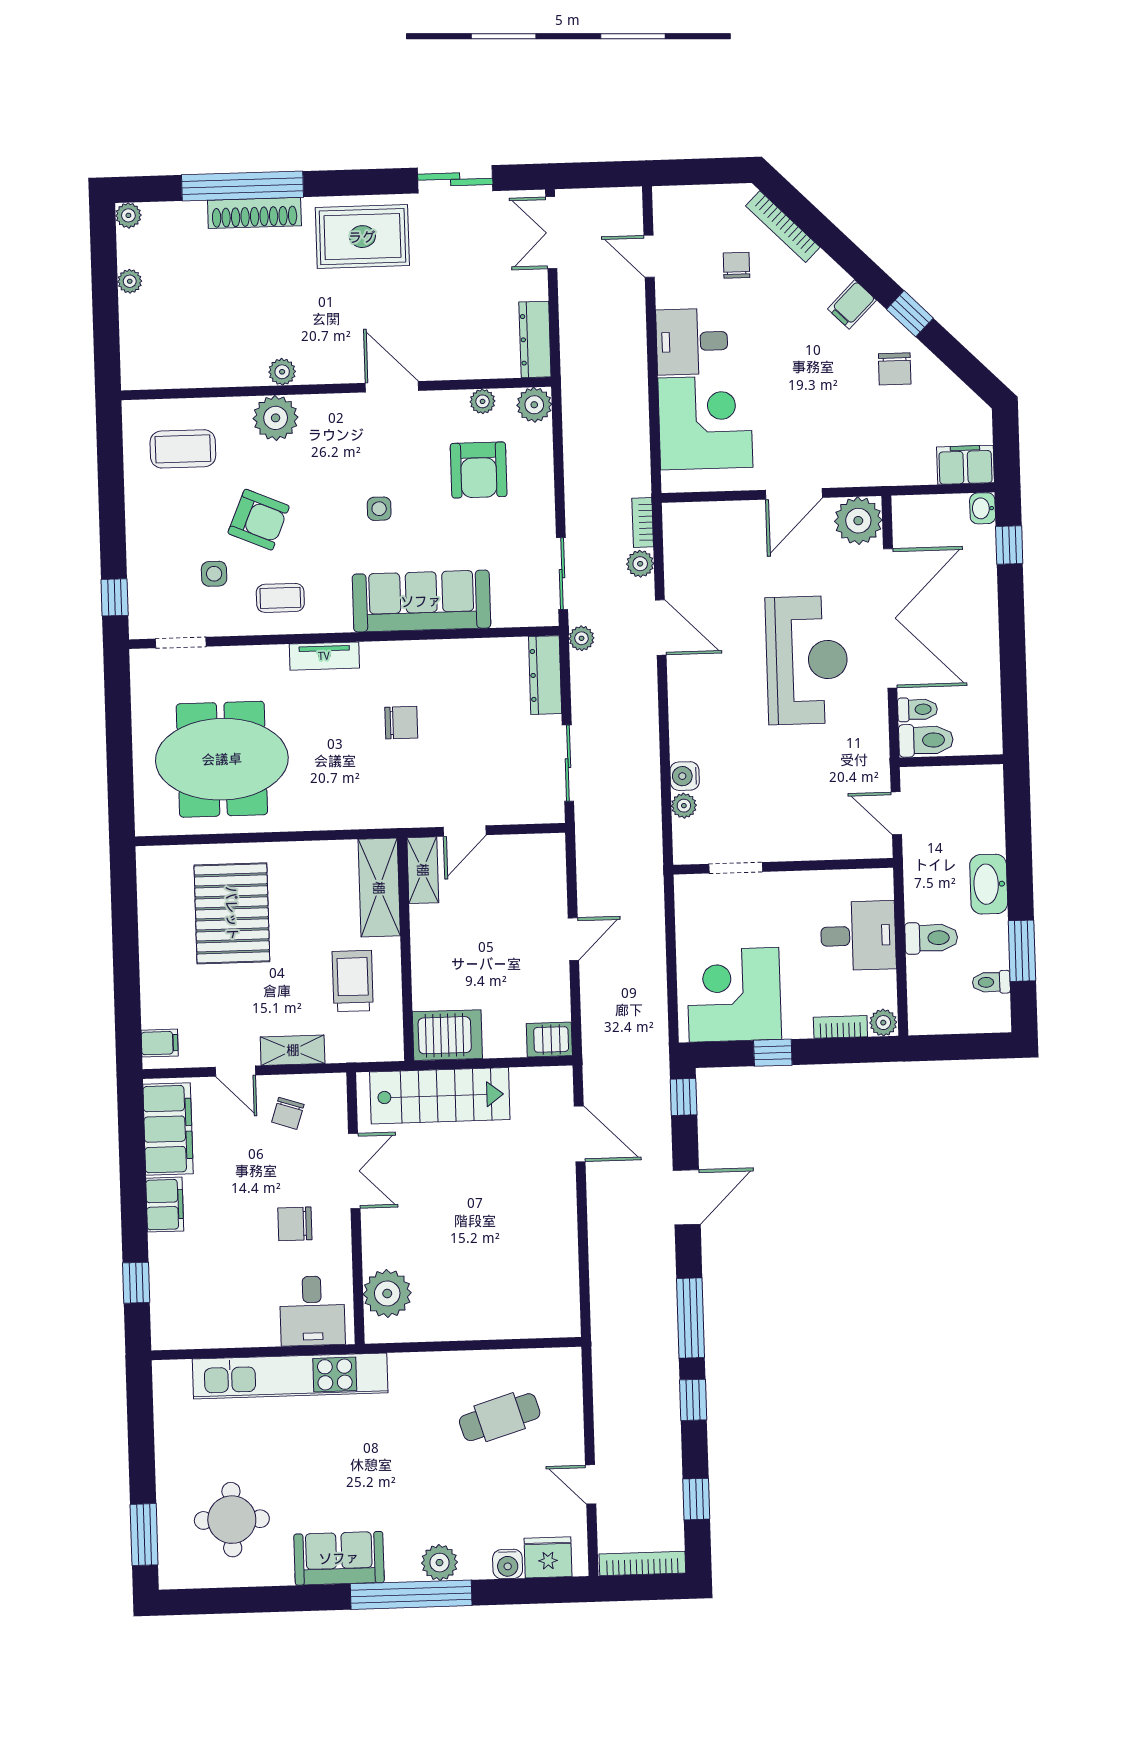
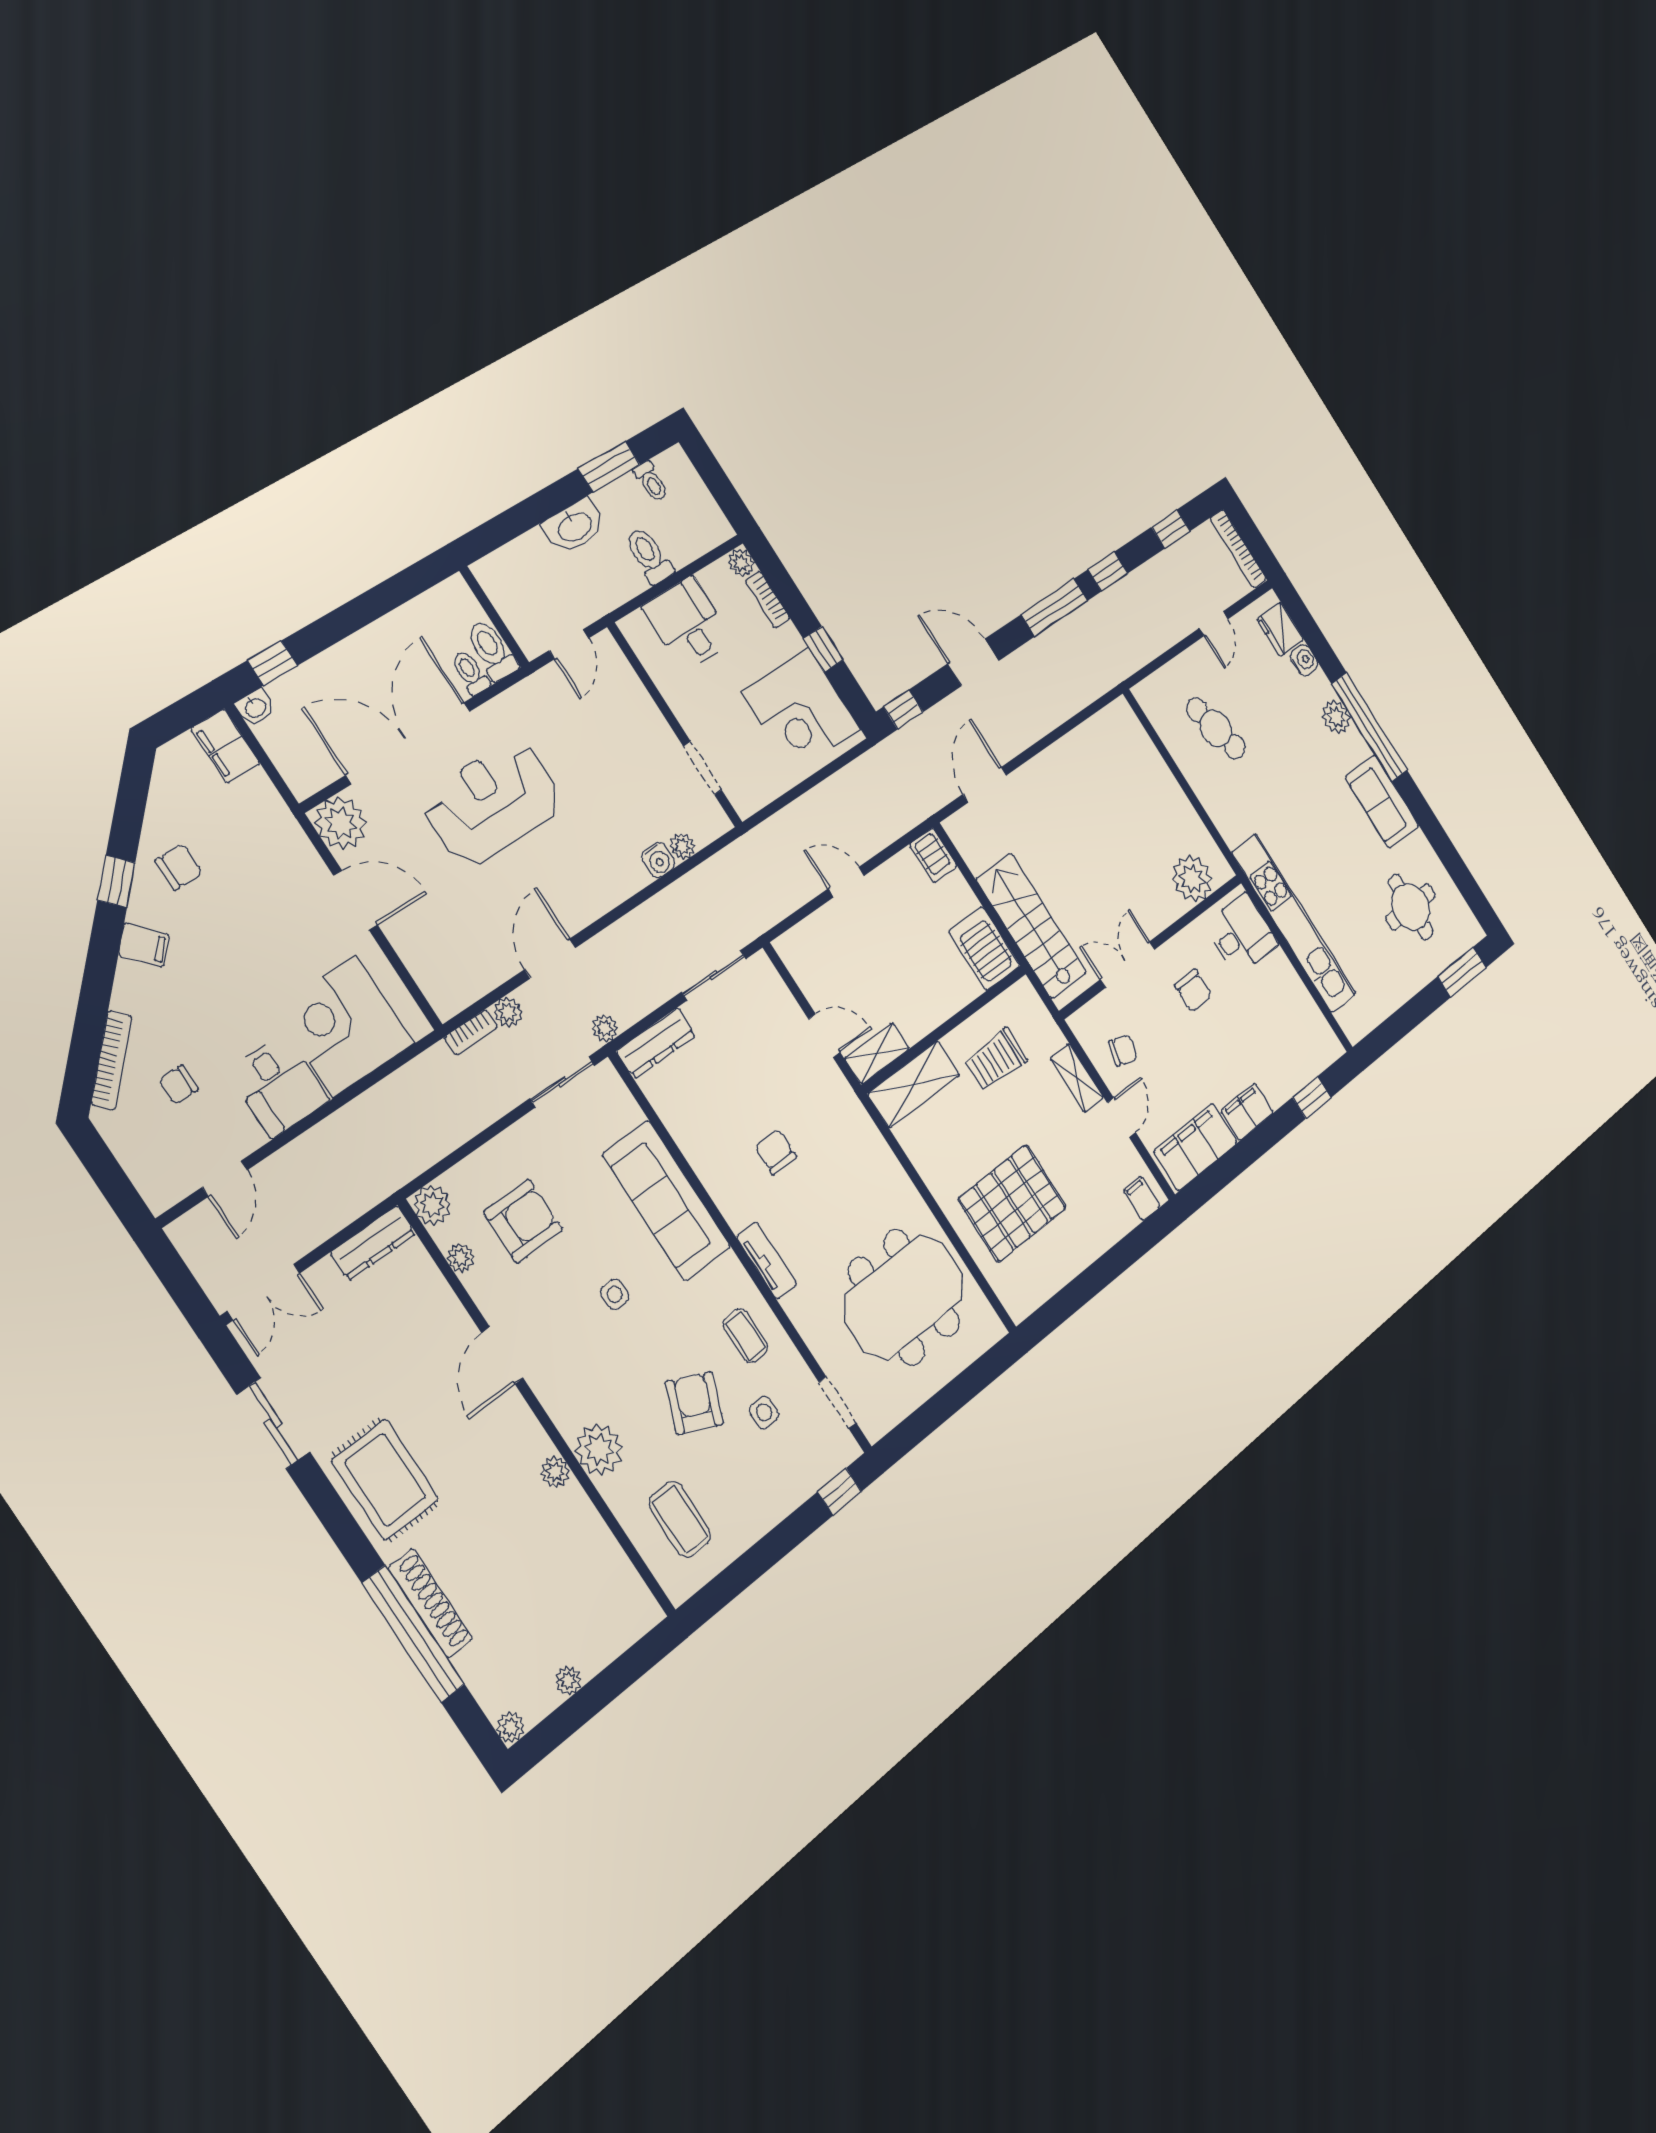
meeting table: (222, 759) -> (904, 1297), turned 90

